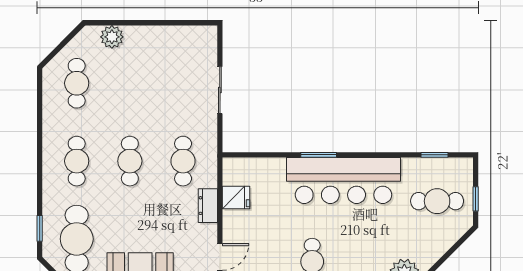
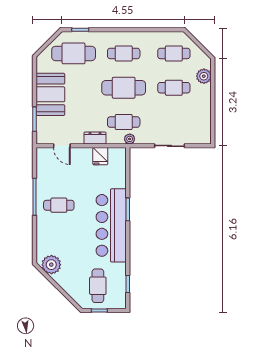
cafe table: (130, 83) -> (174, 88), added
plant: (209, 152) -> (130, 139), added
cafe table: (130, 161) -> (124, 88), width x1.37, depth x1.35

